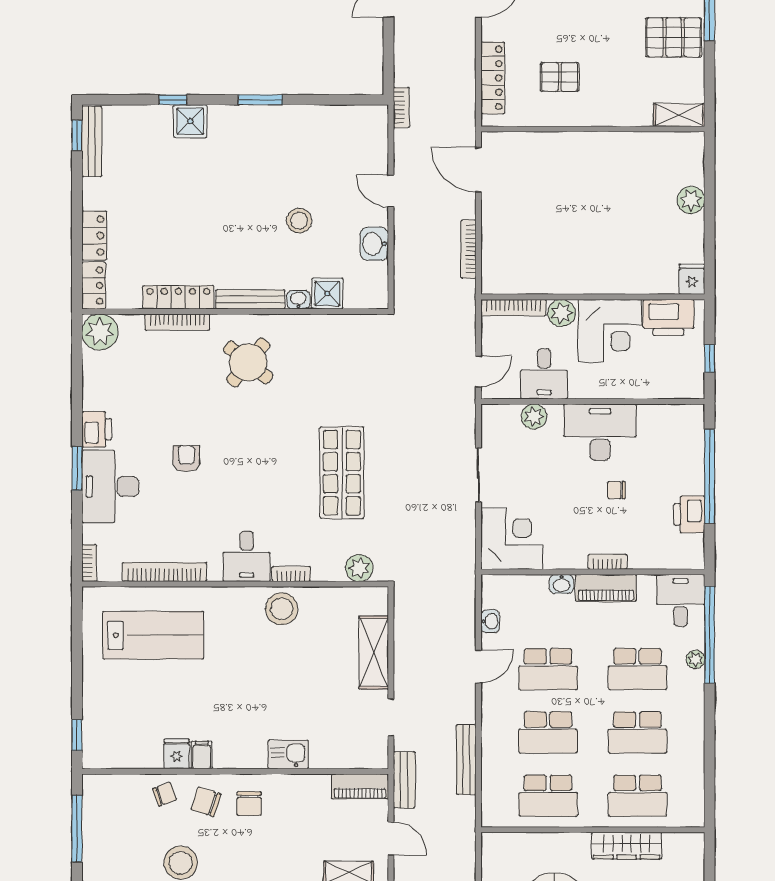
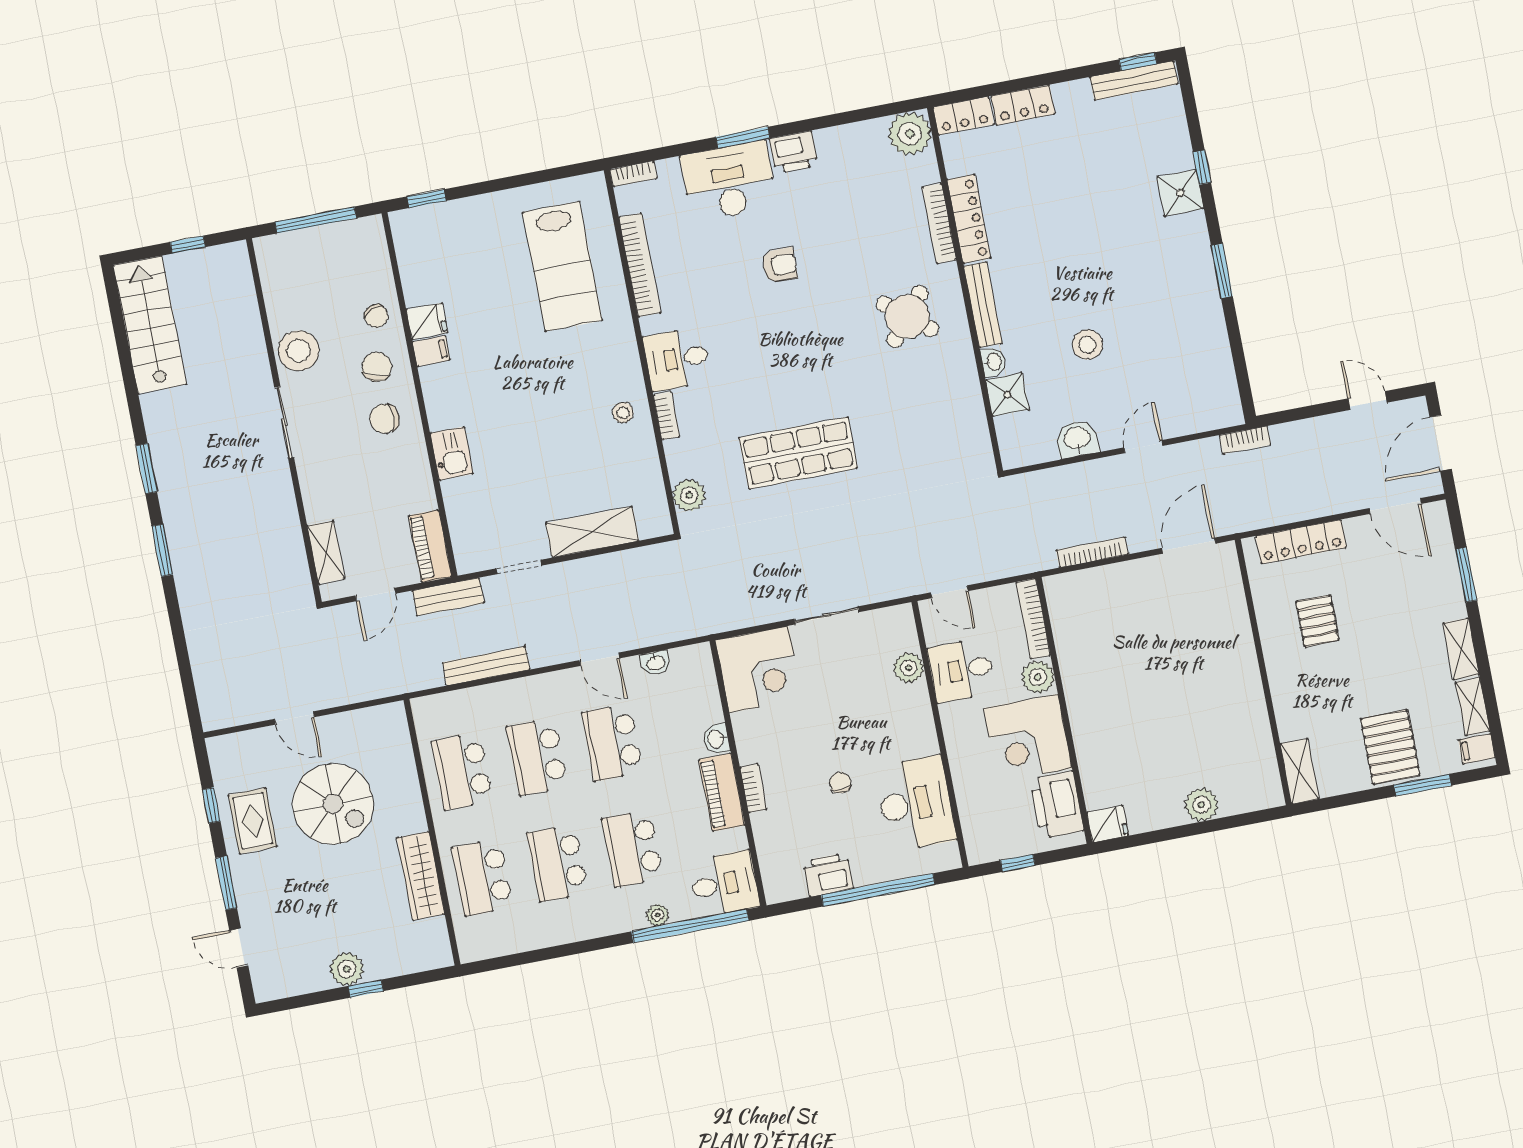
desk: (600, 432) -> (915, 804), moved
stool: (282, 609) -> (623, 413), width x0.53, depth x0.53

